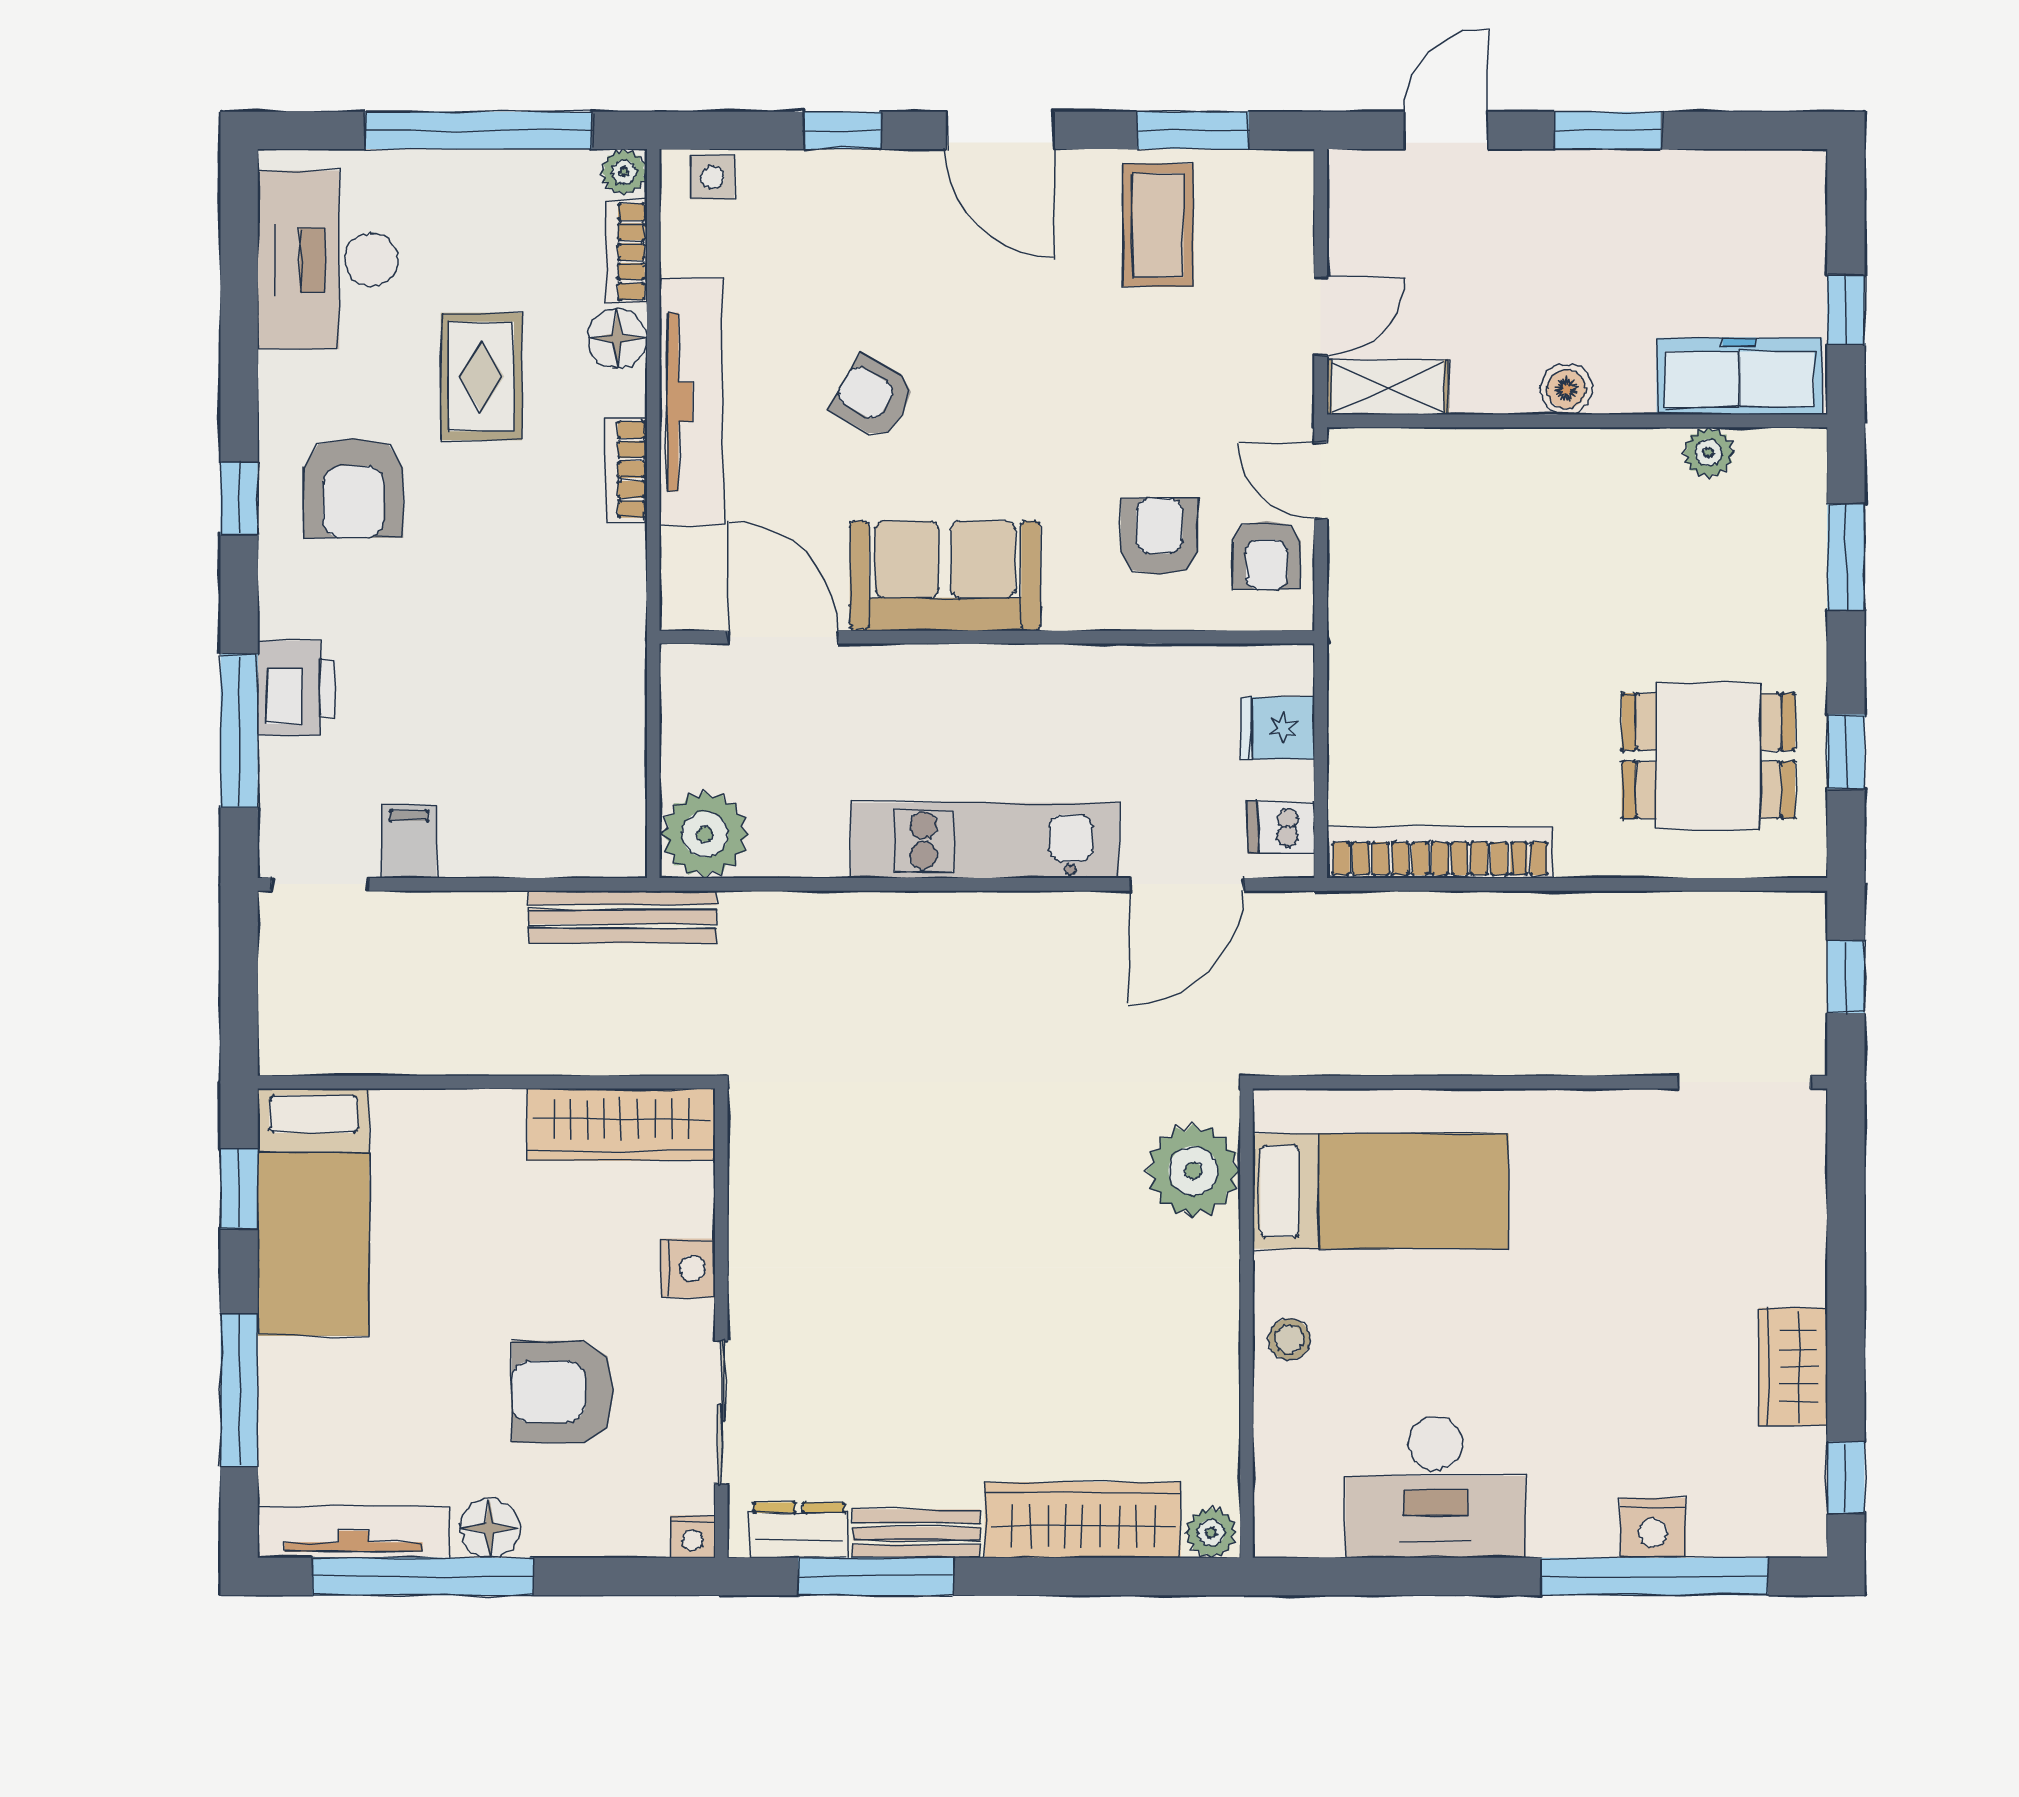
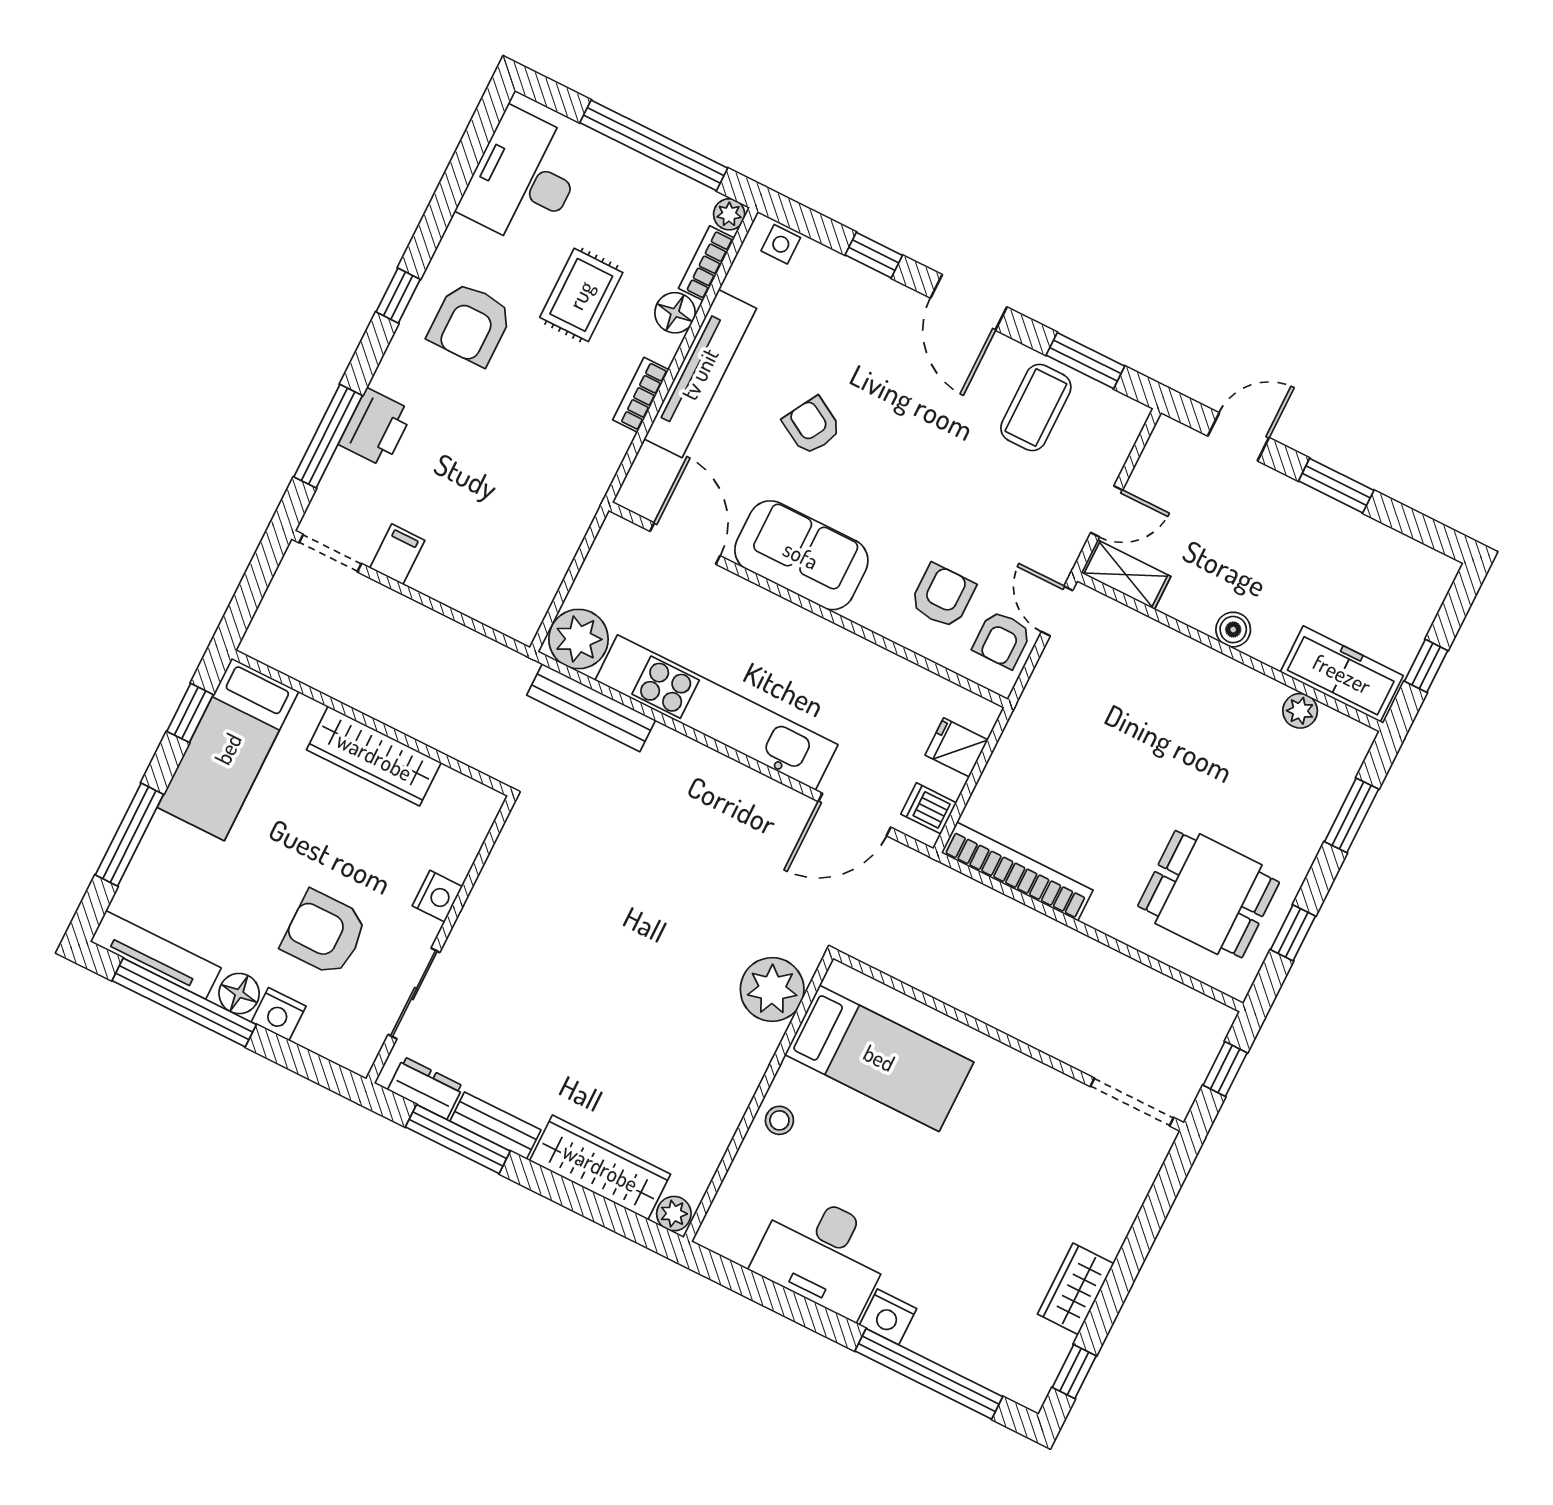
kitchen unit: (985, 840) -> (716, 712), width x1.36
bench: (622, 917) -> (591, 708), moved
wardrobe: (621, 1125) -> (374, 756), moved
nightstand: (1653, 1528) -> (888, 1317), moved
nightstand: (693, 1537) -> (279, 1014), moved, width x1.39, depth x1.35

